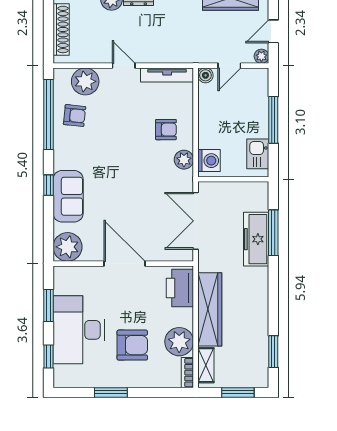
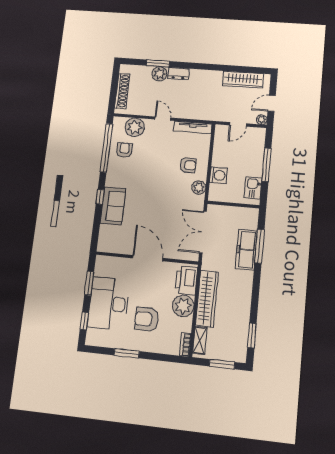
boiler: (205, 75) -> (220, 130), removed
armchair: (75, 116) -> (124, 150), turned -96
washing machine: (209, 161) -> (218, 175), moved
plant: (68, 247) -> (108, 242), removed
plant: (179, 342) -> (183, 306), moved
armchair: (132, 345) -> (147, 319), turned 180

